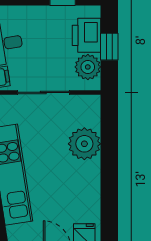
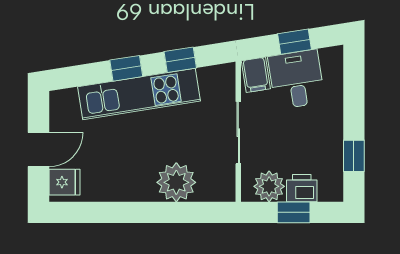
printer: (86, 35) -> (302, 188), width x0.73, depth x0.81

